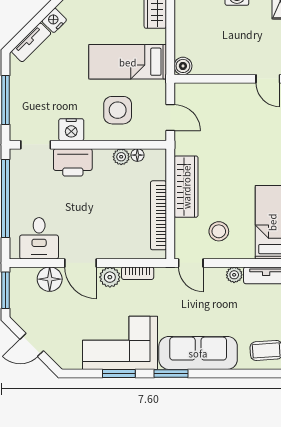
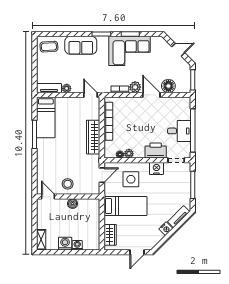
boiler: (183, 66) -> (73, 204), moved
door: (170, 118) -> (102, 175), swing flipped
stool: (219, 231) -> (68, 184), moved
desk: (39, 238) -> (179, 131), moved, turned 90
sofa: (198, 353) -> (81, 45), width x0.73

